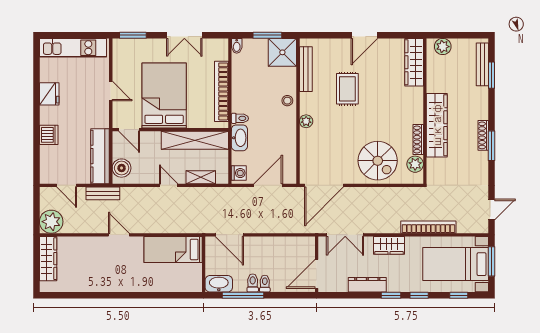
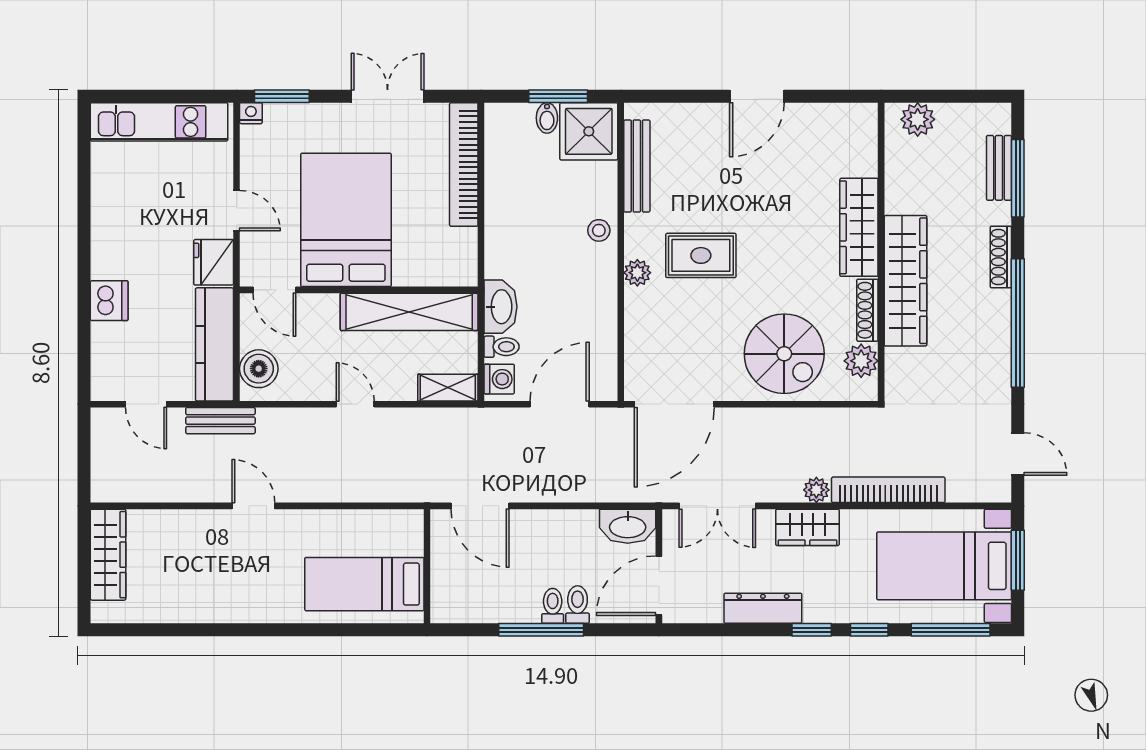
double door: (184, 35) -> (388, 96), swing flipped
nightstand: (118, 43) -> (251, 113), added
bidet: (237, 46) -> (547, 118), moved
wardrobe: (414, 62) -> (859, 227), moved
bench: (482, 64) -> (999, 168), width x0.73
window: (491, 75) -> (1018, 178), width x1.44
rug: (347, 89) -> (701, 255), moved, turned 90
bookcase: (222, 91) -> (464, 164), moved
fridge: (49, 94) -> (214, 262), moved, turned 180
toilet: (240, 118) -> (502, 347), moved
shoe rack: (483, 135) -> (1001, 257), moved
window: (491, 146) -> (1018, 323), width x2.11
shelving: (201, 177) -> (448, 388), moved
door: (491, 210) -> (1018, 454), hinge flipped
plant: (51, 222) -> (816, 490), moved, width x0.53, depth x0.53
bed: (173, 249) -> (364, 584), moved
toilet: (253, 283) -> (578, 604), moved
washbasin: (219, 284) -> (628, 526), moved, turned 180
window: (243, 295) -> (541, 630), moved
window: (459, 295) -> (951, 630), width x2.17

